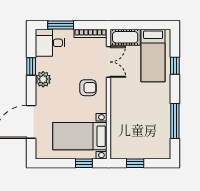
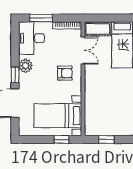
desk: (50, 43) -> (32, 38), width x1.37
window: (31, 66) -> (15, 75), moved

